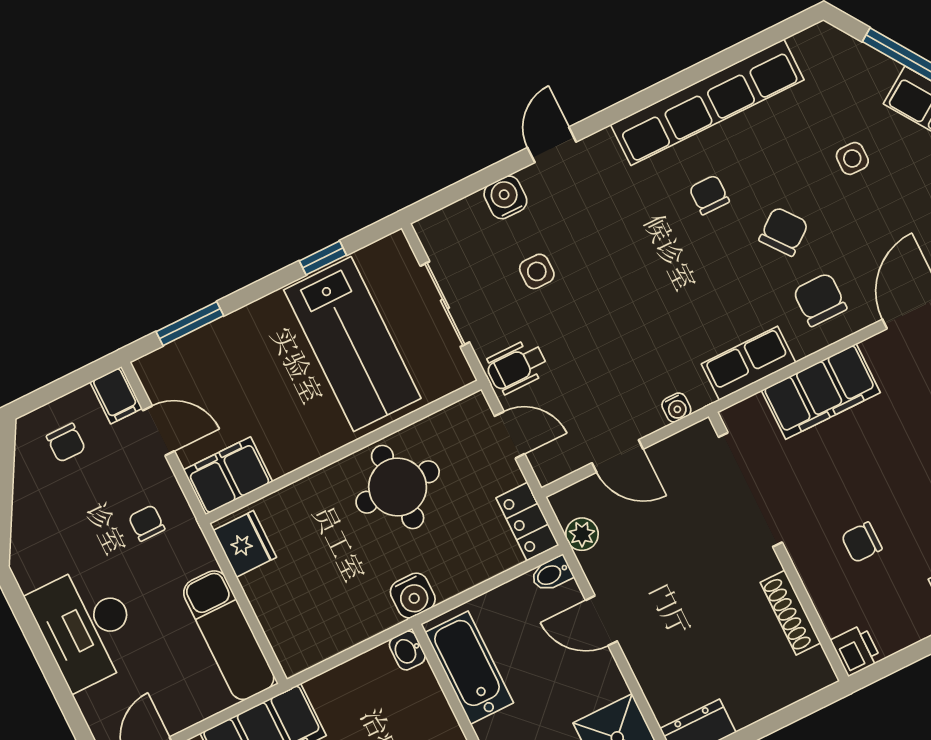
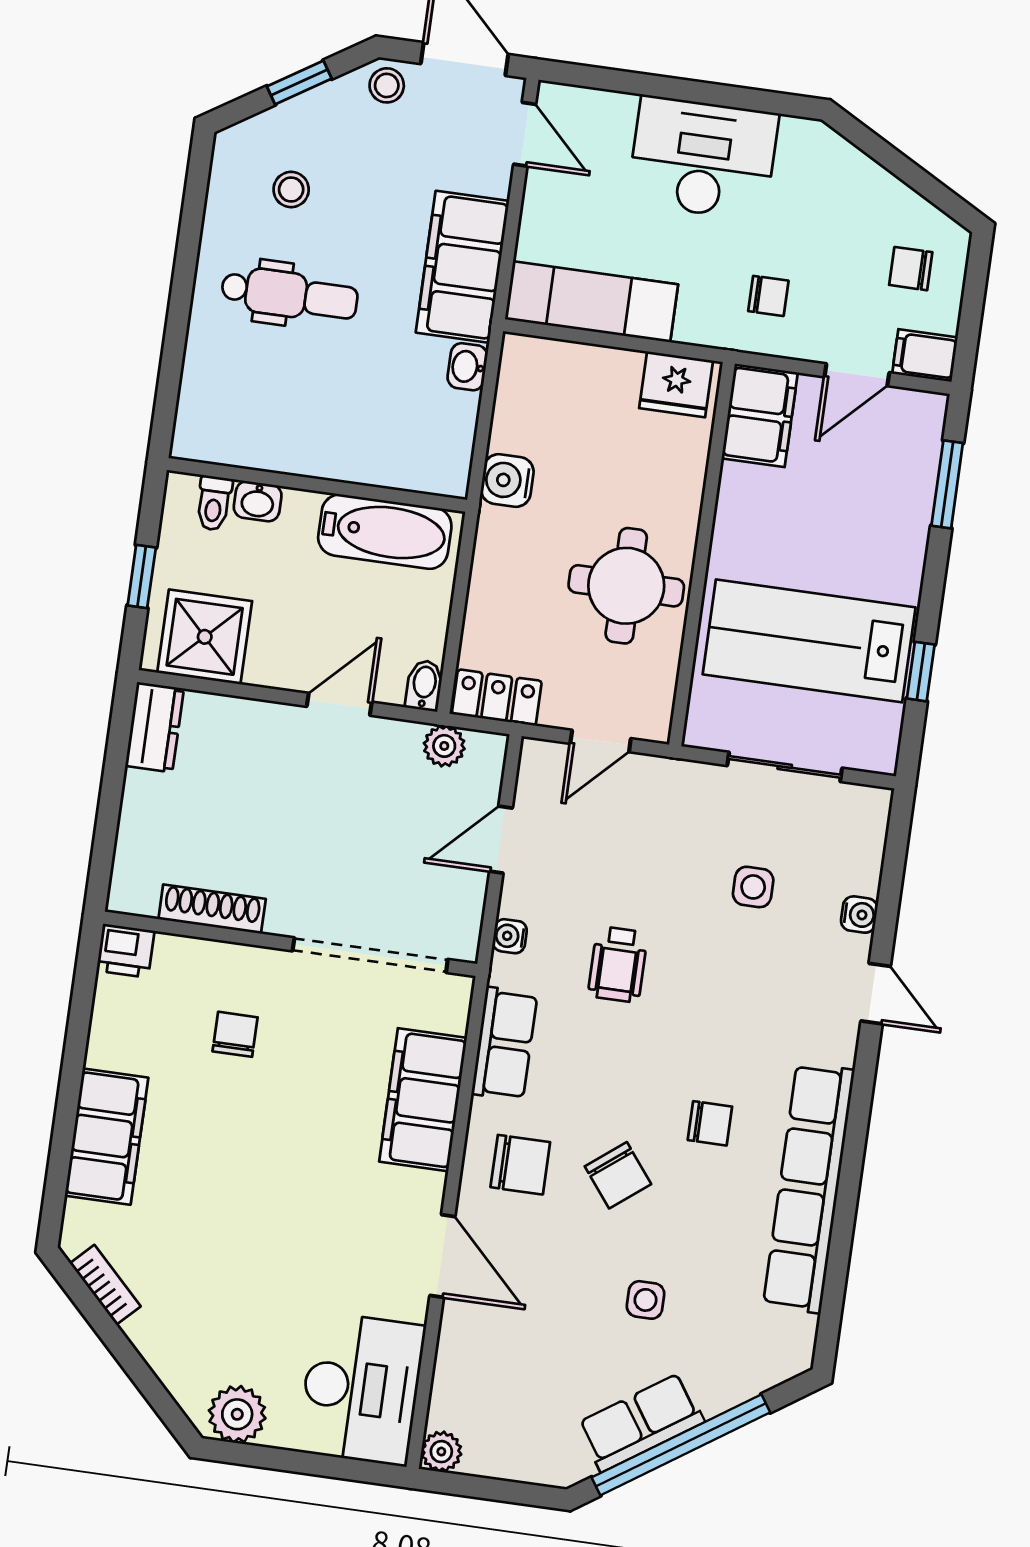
water cooler: (505, 197) -> (859, 915), width x0.72, depth x0.72
wheelchair: (517, 366) -> (618, 964), moved, turned 180
water cooler: (413, 596) -> (507, 480), moved
washbasin: (407, 650) -> (467, 367), moved, turned -90

